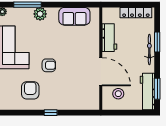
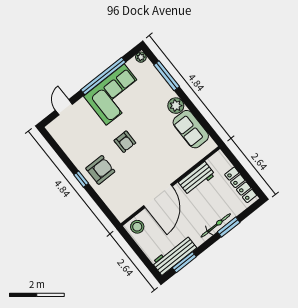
plant: (40, 14) -> (176, 106), moved
armchair: (30, 90) -> (100, 170), moved
stool: (118, 94) -> (137, 227), moved

